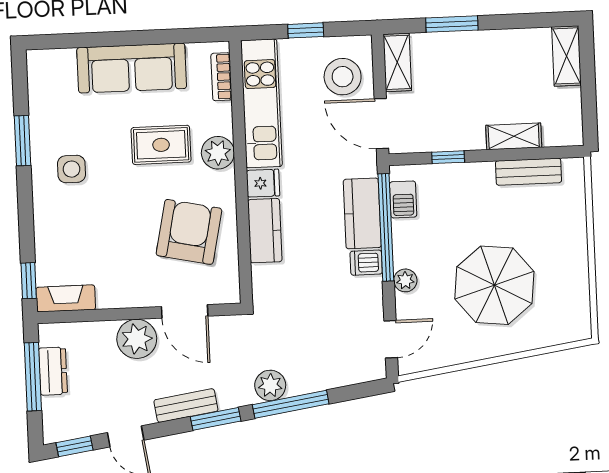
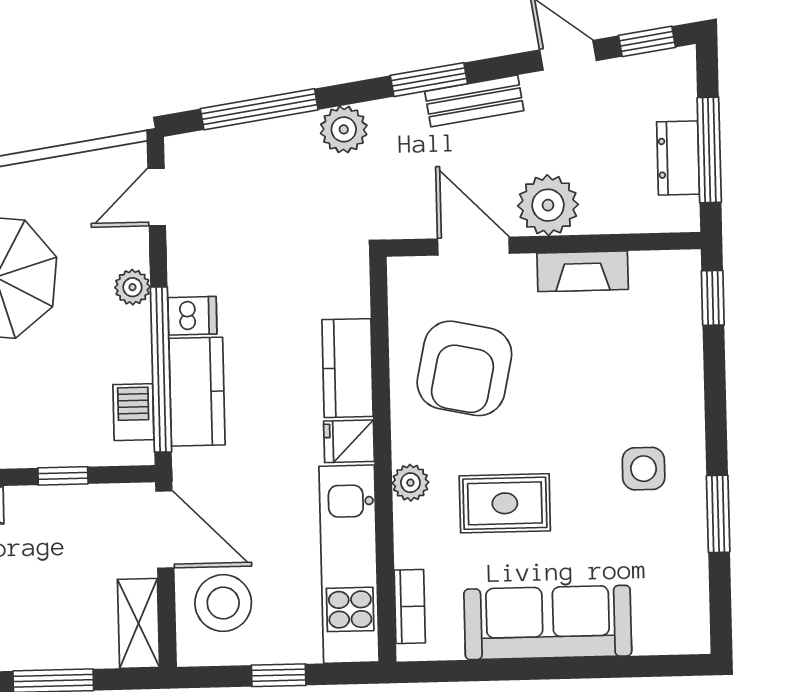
plant: (218, 153) -> (410, 483), width x0.73, depth x0.73
fireplace: (66, 298) -> (583, 271), moved
window: (291, 404) -> (259, 109), moved

